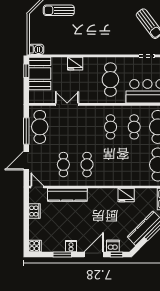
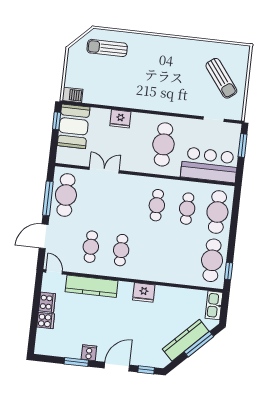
fridge: (126, 195) -> (144, 292), moved
cooker: (35, 246) -> (46, 321), moved
dishwasher: (113, 246) -> (143, 358), removed

